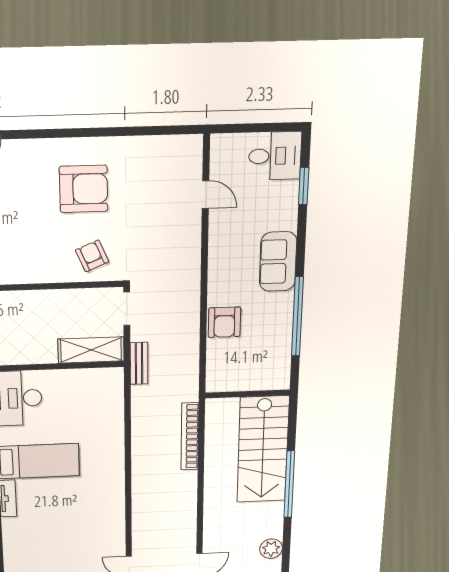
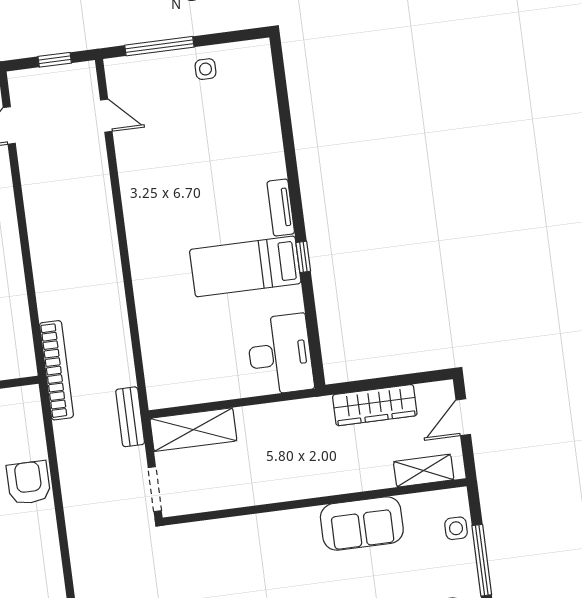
armchair: (92, 256) -> (206, 554), removed
bookcase: (190, 437) -> (56, 370), moved

